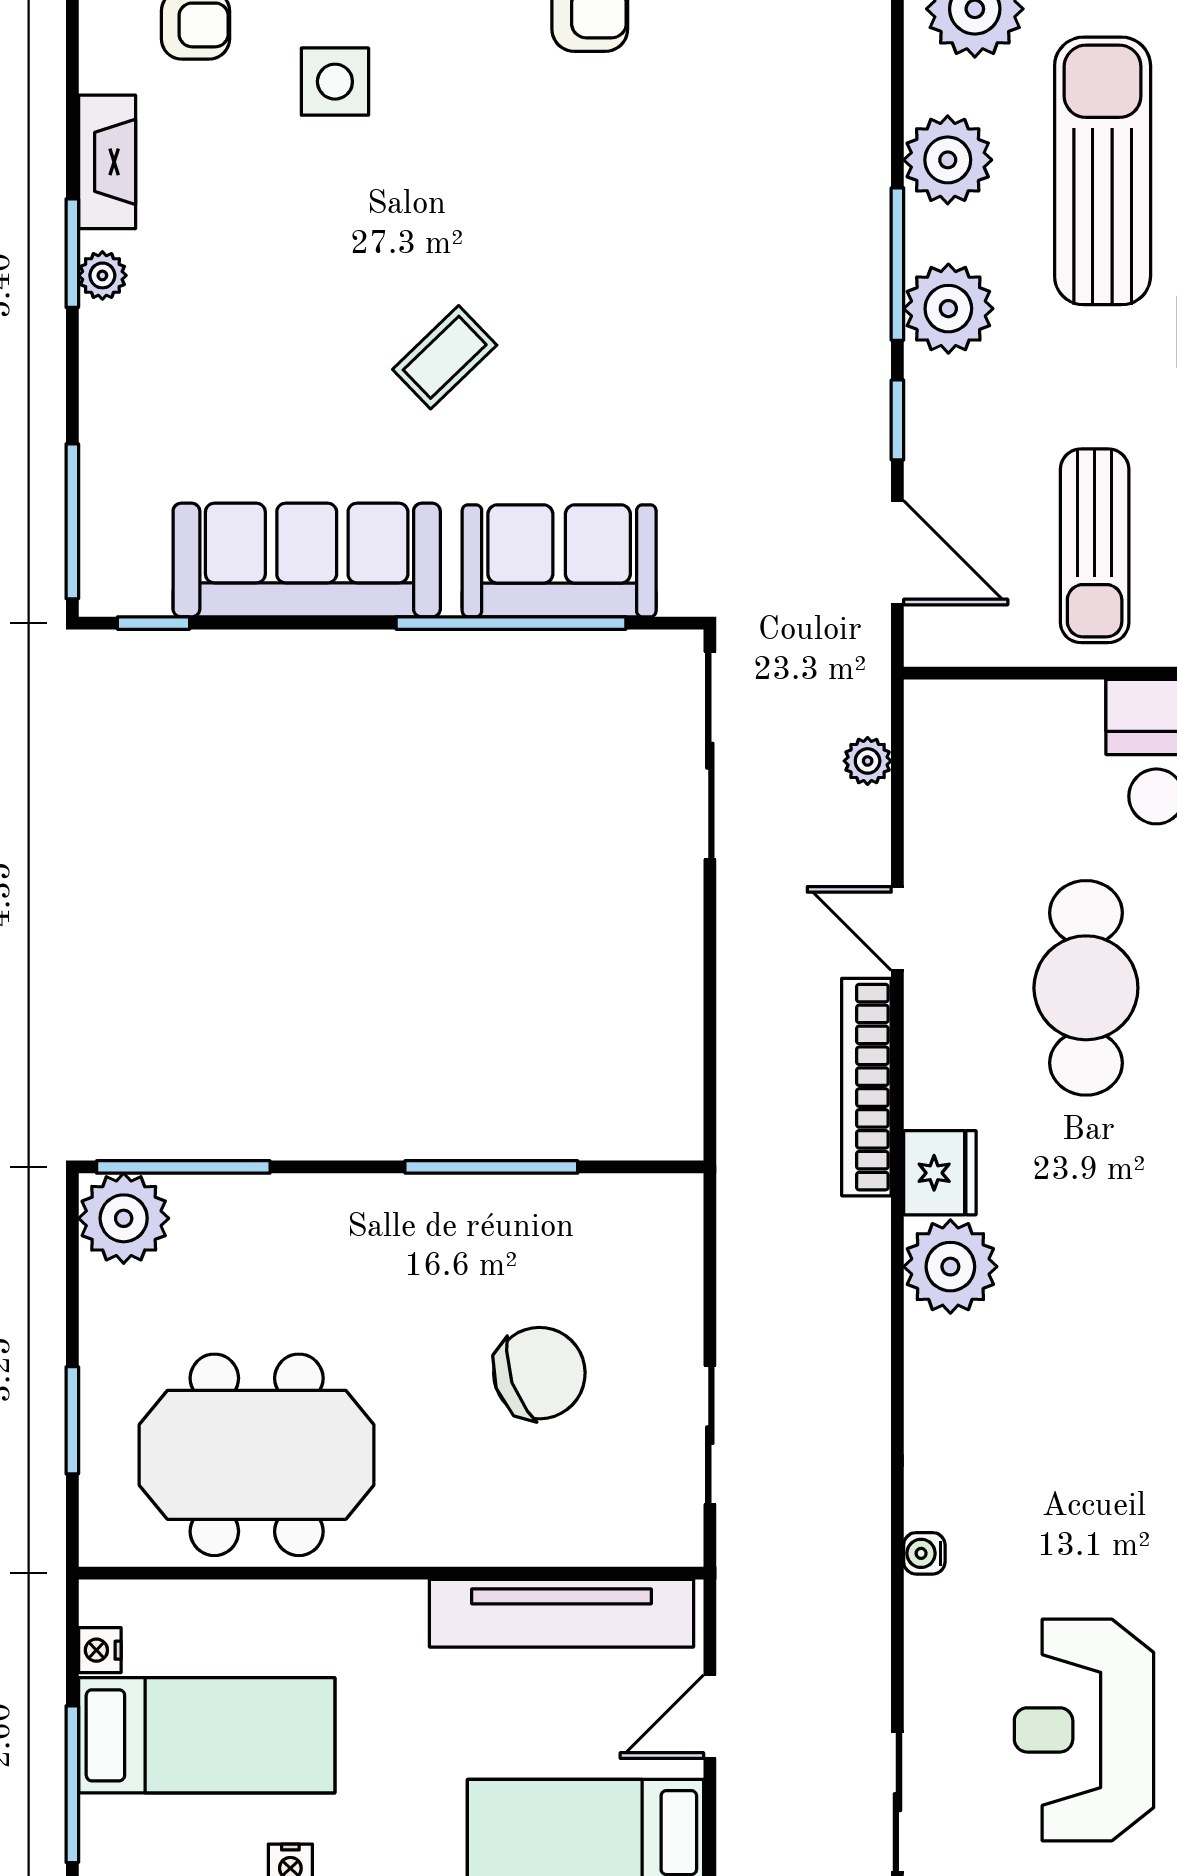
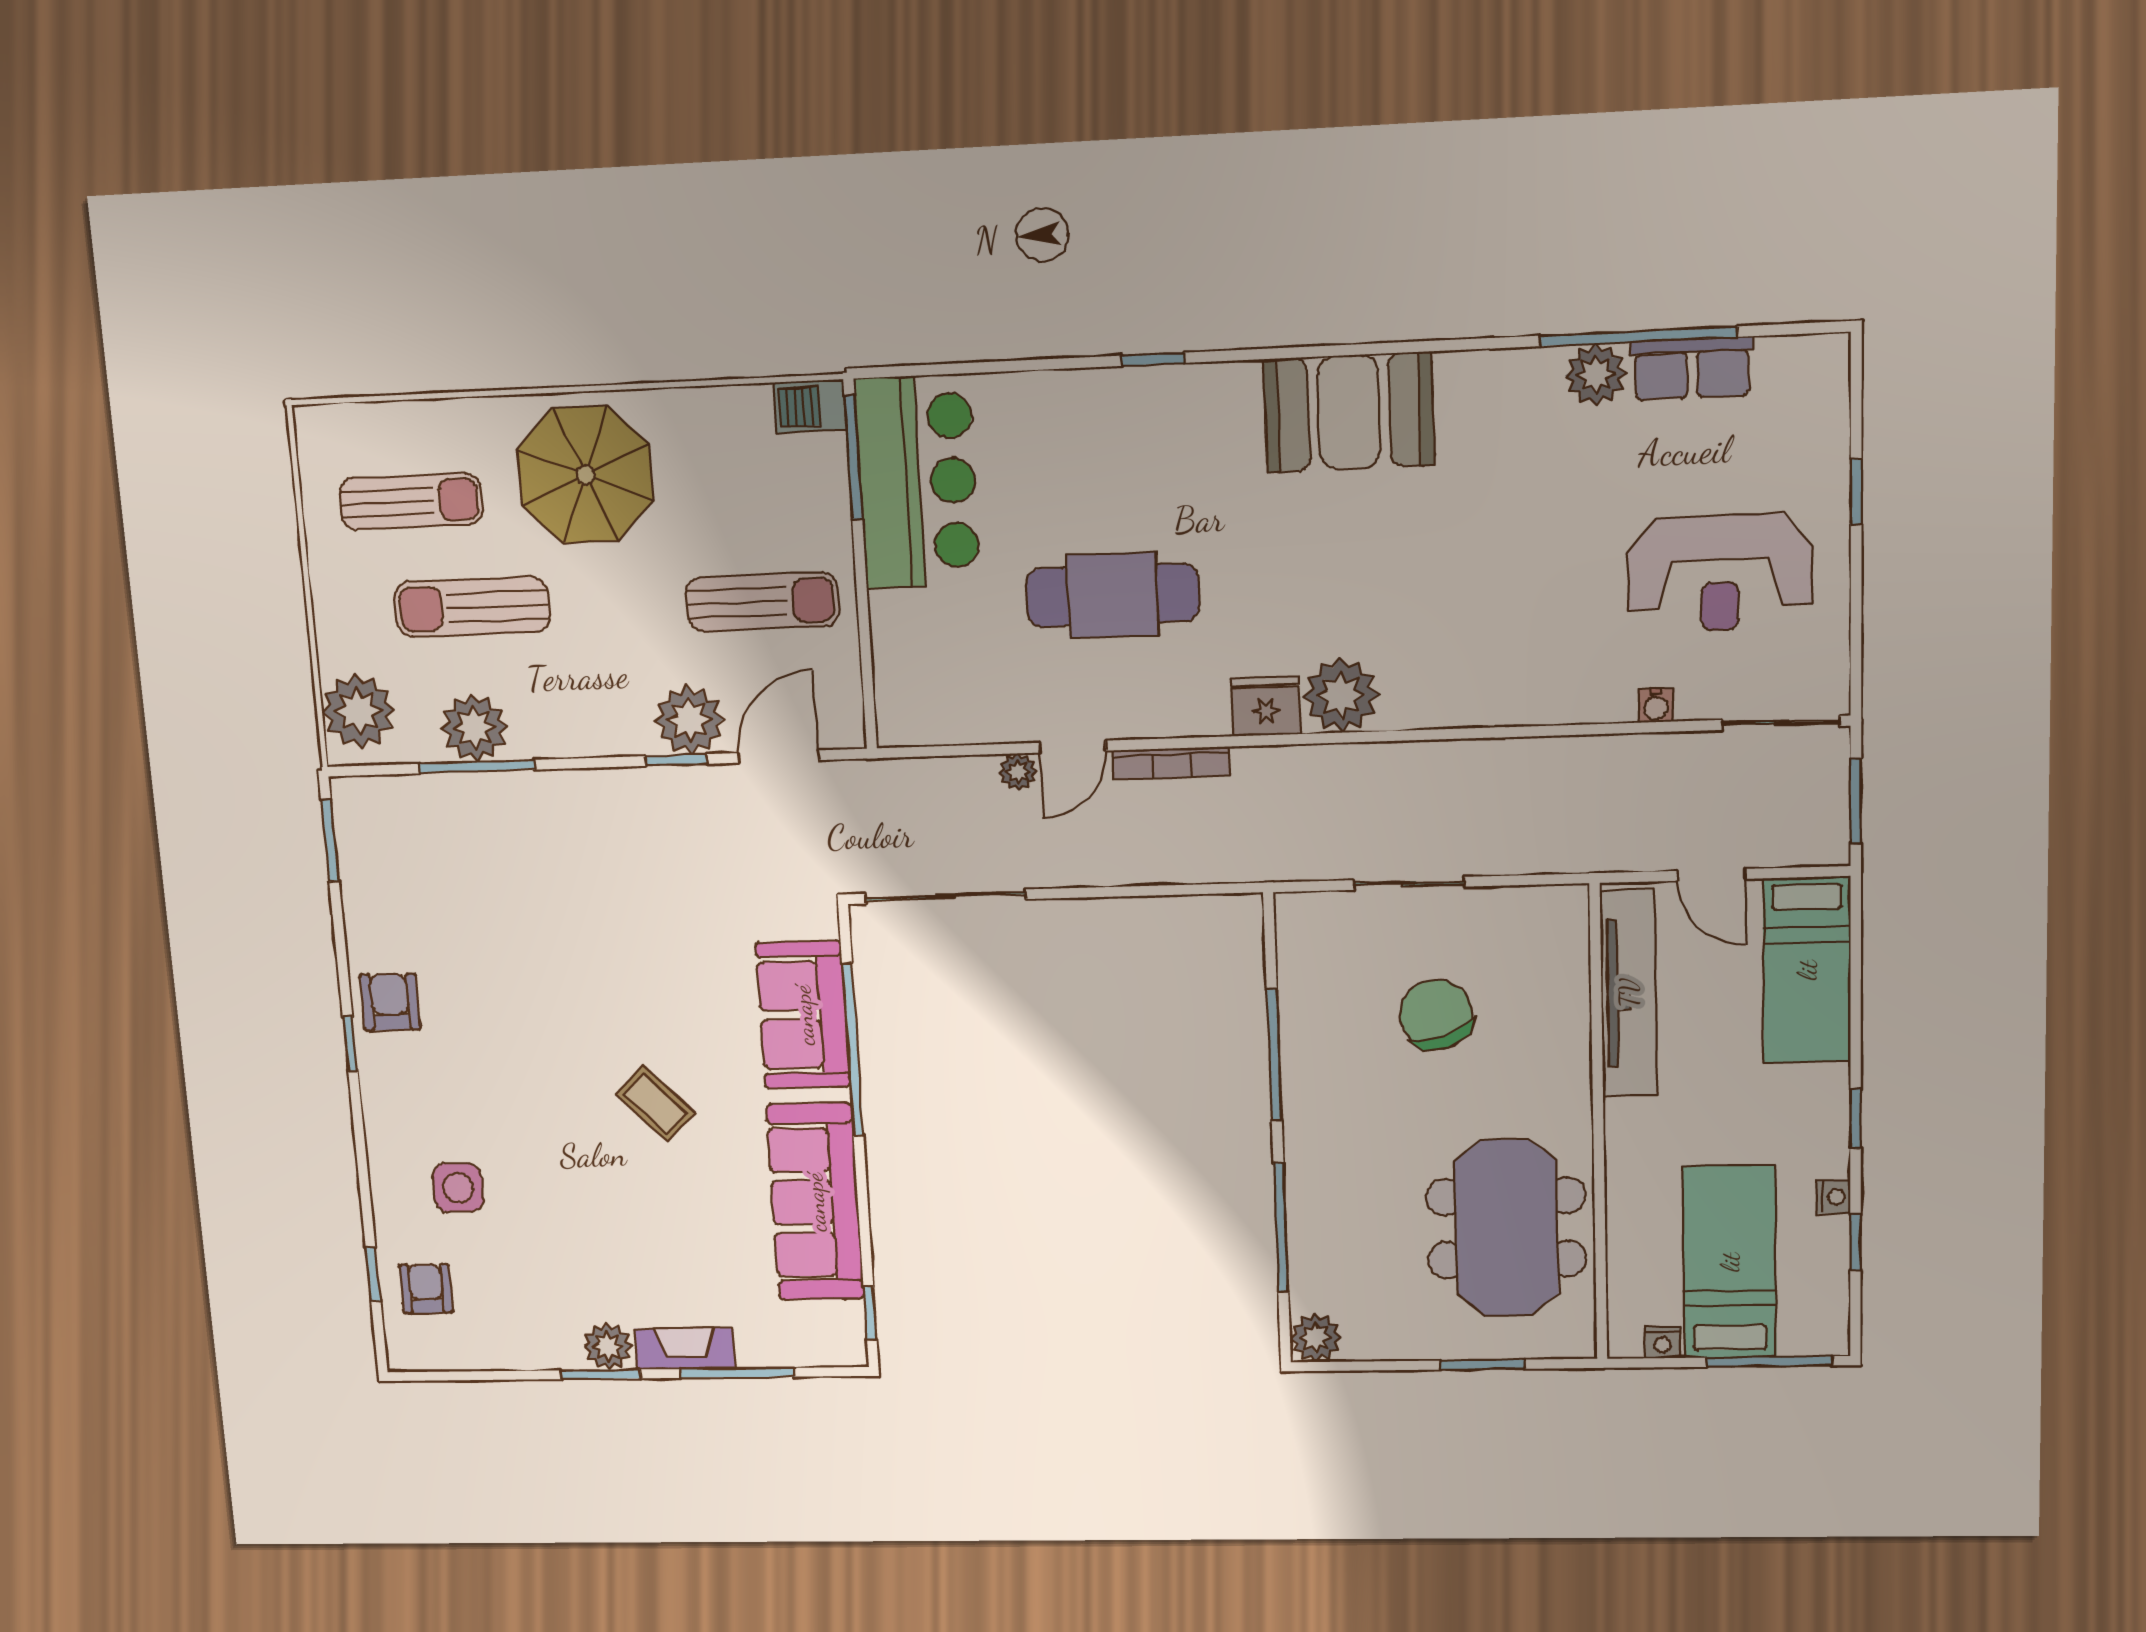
fireplace: (107, 162) -> (685, 1349), moved
sun lounger: (1103, 171) -> (472, 607), width x0.73, depth x0.75
window: (897, 264) -> (477, 767), moved
plant: (102, 275) -> (608, 1346), width x1.38, depth x1.38
plant: (948, 309) -> (689, 720), moved
window: (72, 521) -> (737, 1373), moved
plant: (868, 761) -> (1018, 772), moved
bookcase: (866, 1087) -> (1171, 763), width x0.68, depth x0.76
window: (183, 1167) -> (1281, 1228), moved
plant: (124, 1218) -> (1315, 1338), width x0.73, depth x0.73
sliding door: (710, 1435) -> (1409, 883), moved
water cooler: (924, 1553) -> (1656, 705), moved

